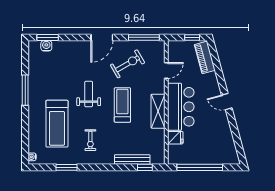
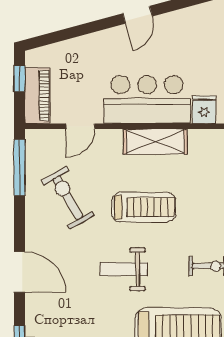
door: (102, 37) -> (19, 272), moved
piano: (205, 57) -> (37, 96), moved, turned -75
door: (166, 71) -> (80, 126), swing flipped
treadmill: (122, 105) -> (144, 207), turned 180

